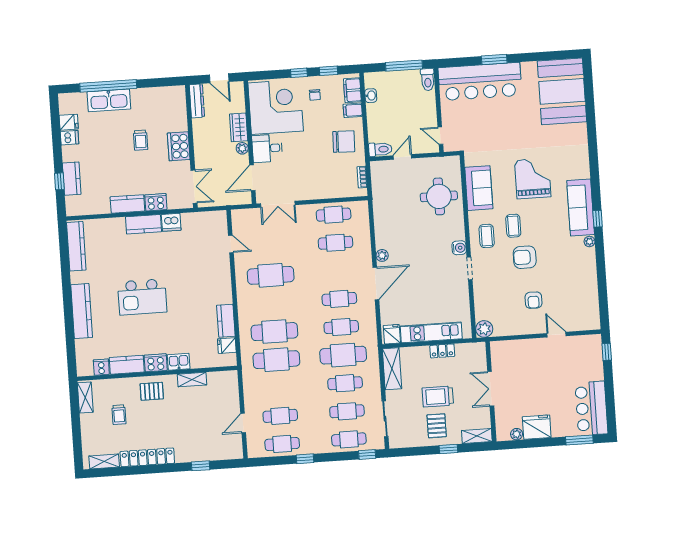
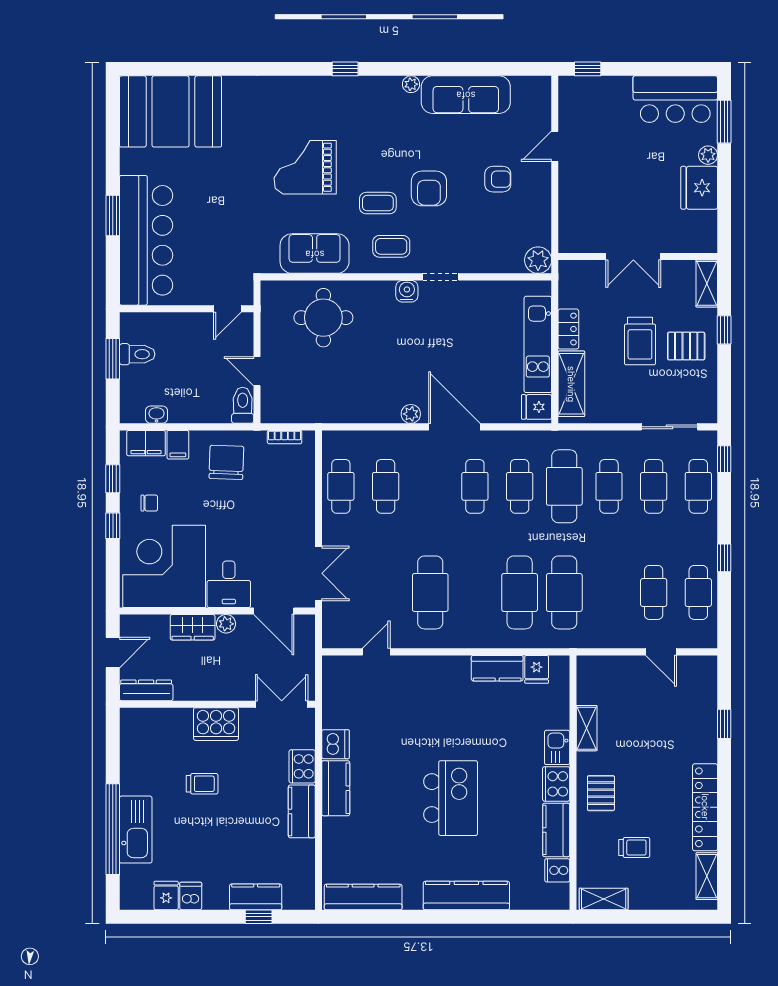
window: (404, 66) -> (113, 359), width x0.69
toilet: (428, 80) -> (137, 354), moved
sofa: (581, 207) -> (466, 95), moved
window: (598, 219) -> (345, 69), moved
shelving: (392, 369) -> (571, 384), moved, turned 90
plant: (517, 434) -> (708, 155), moved

